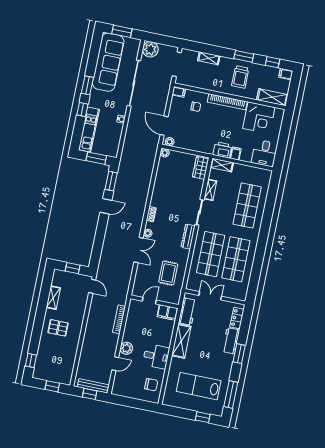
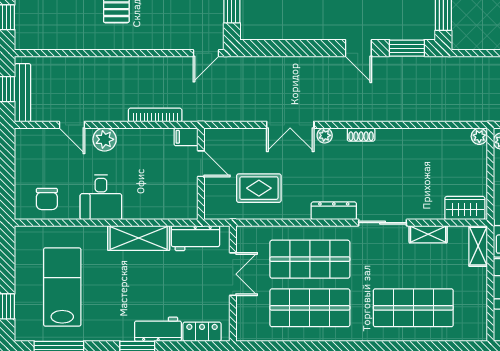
filing cabinet: (167, 312) -> (186, 137), moved, width x0.50

